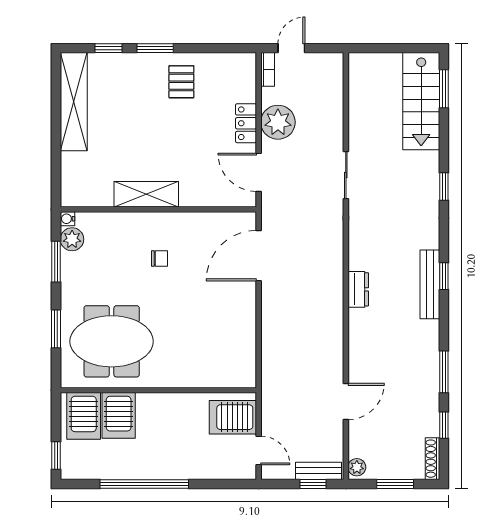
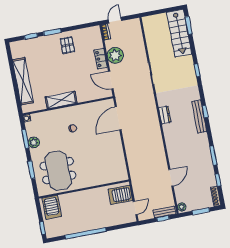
shelving: (74, 102) -> (23, 81), moved
plant: (72, 239) -> (34, 143), moved
dresser: (358, 289) -> (165, 115), moved
meeting table: (112, 341) -> (58, 171), turned 90
server rack: (119, 415) -> (68, 204), removed
door: (259, 450) -> (135, 208), hinge flipped

